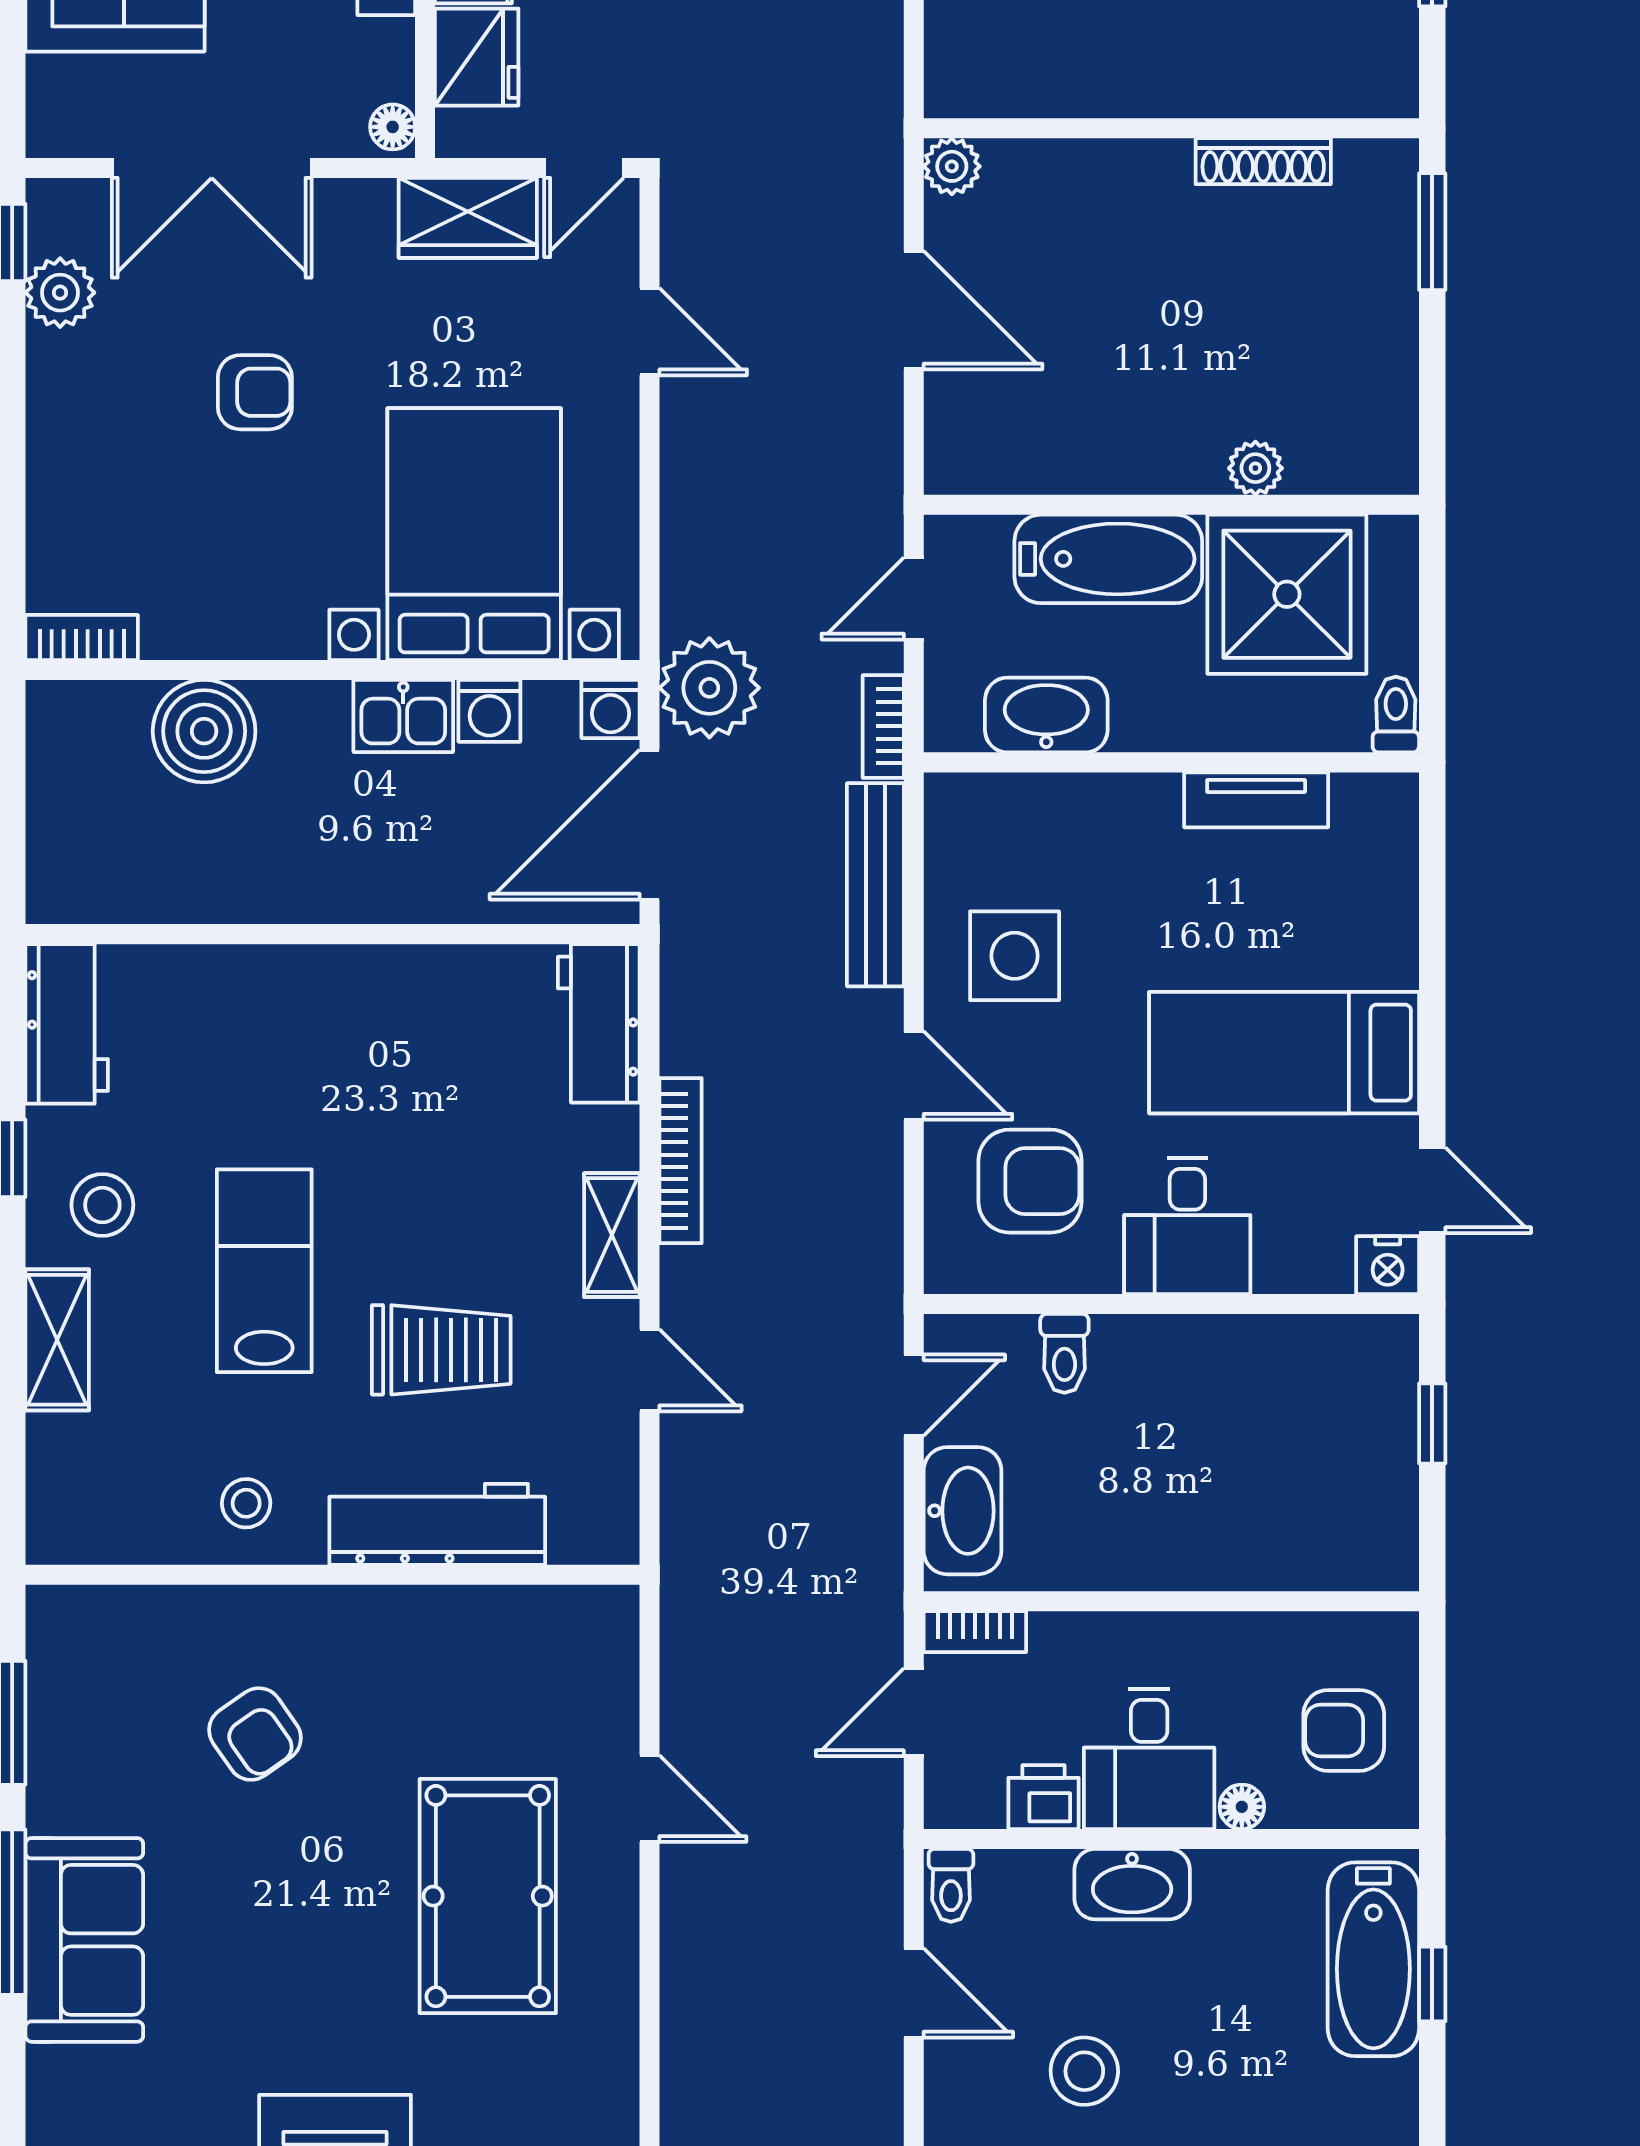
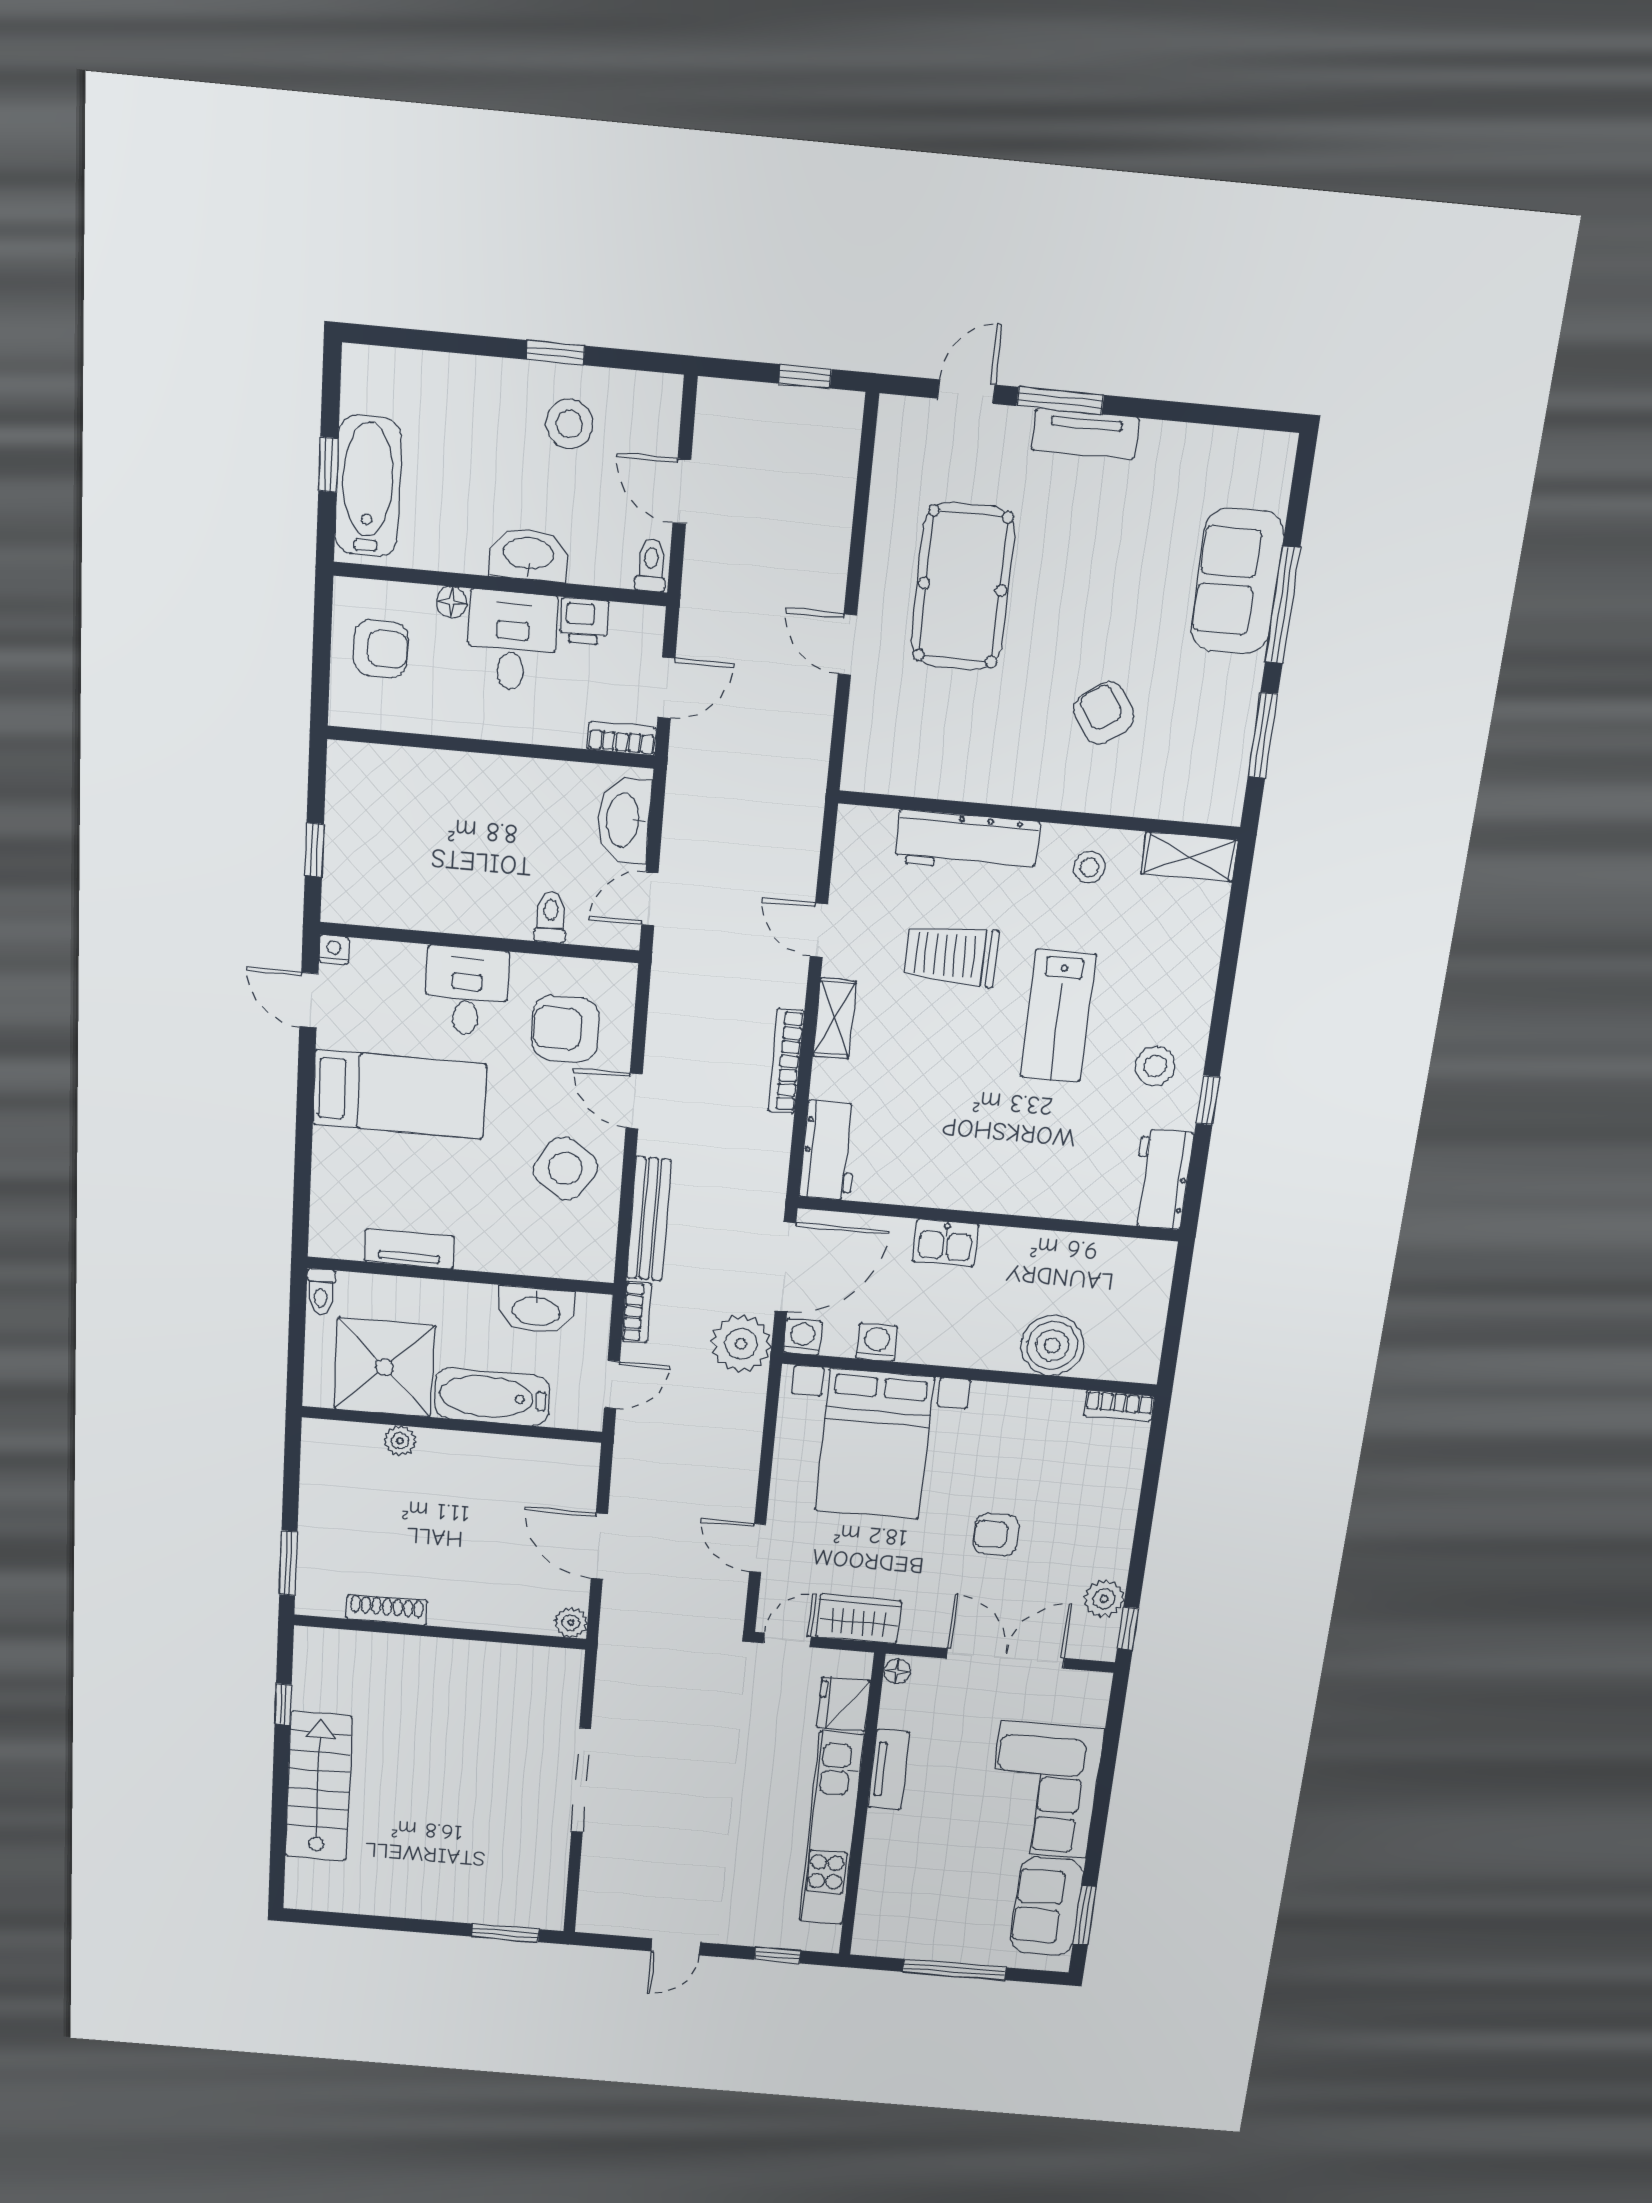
kitchen sink: (403, 716) -> (945, 1243), moved, turned 180
side table: (1015, 956) -> (565, 1169), turned 33
nightstand: (1388, 1265) -> (334, 950), width x0.72, depth x0.74
shelving: (57, 1340) -> (1189, 857), moved, turned 90

